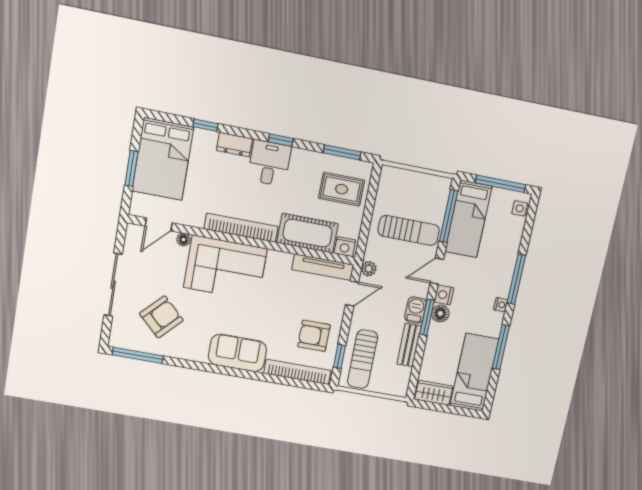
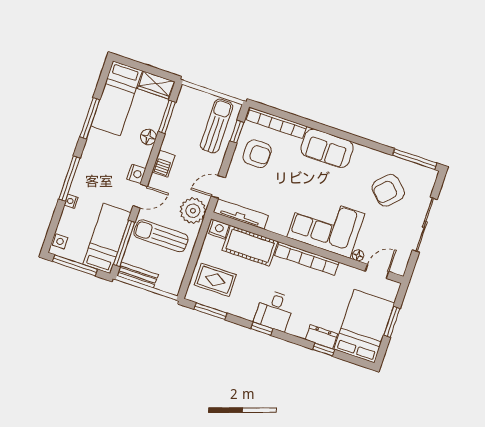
dresser: (234, 145) -> (321, 337), moved
plant: (369, 269) -> (193, 211), width x1.87, depth x1.87
nightstand: (501, 305) -> (71, 201), moved
floor lamp: (440, 313) -> (148, 137), moved
window: (427, 317) -> (167, 117), moved
bench: (409, 345) -> (137, 275), moved, turned 90

